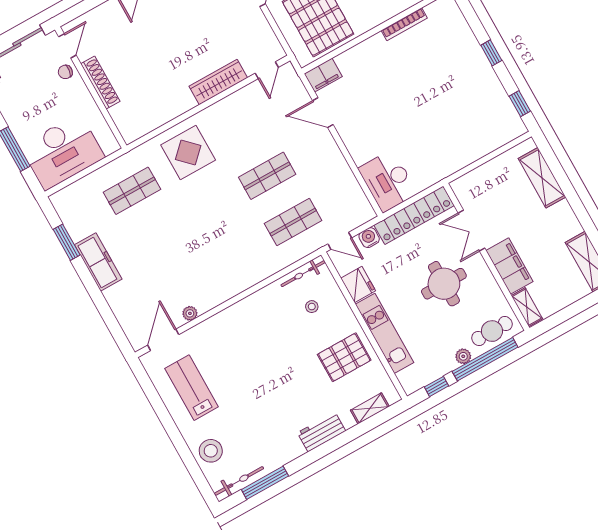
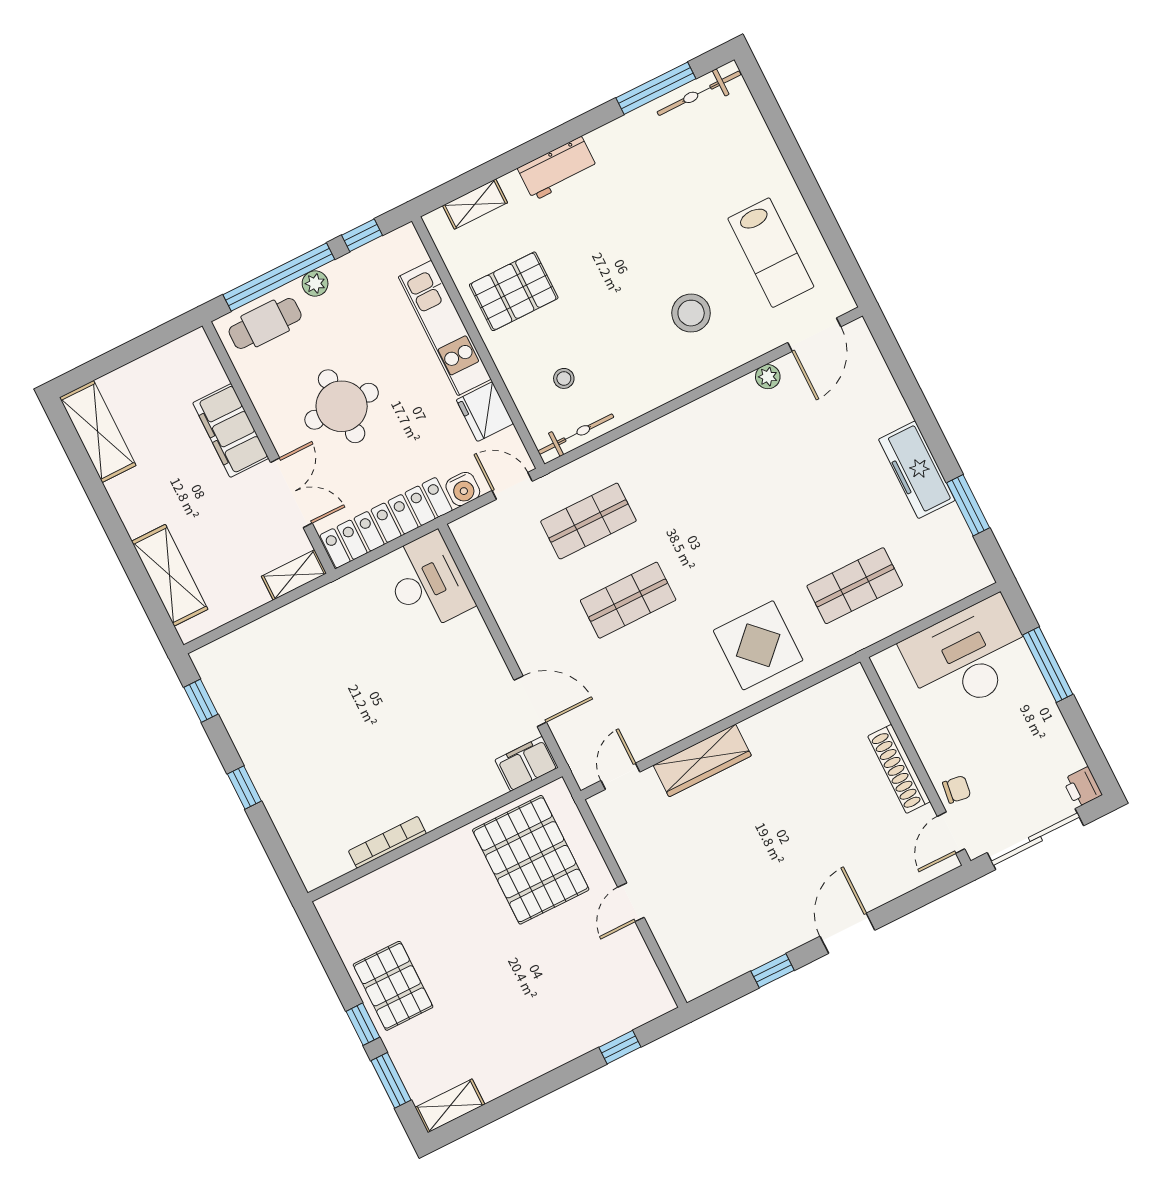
shelving: (527, 307) -> (294, 575), moved, turned 90
stool: (211, 451) -> (691, 313), moved

